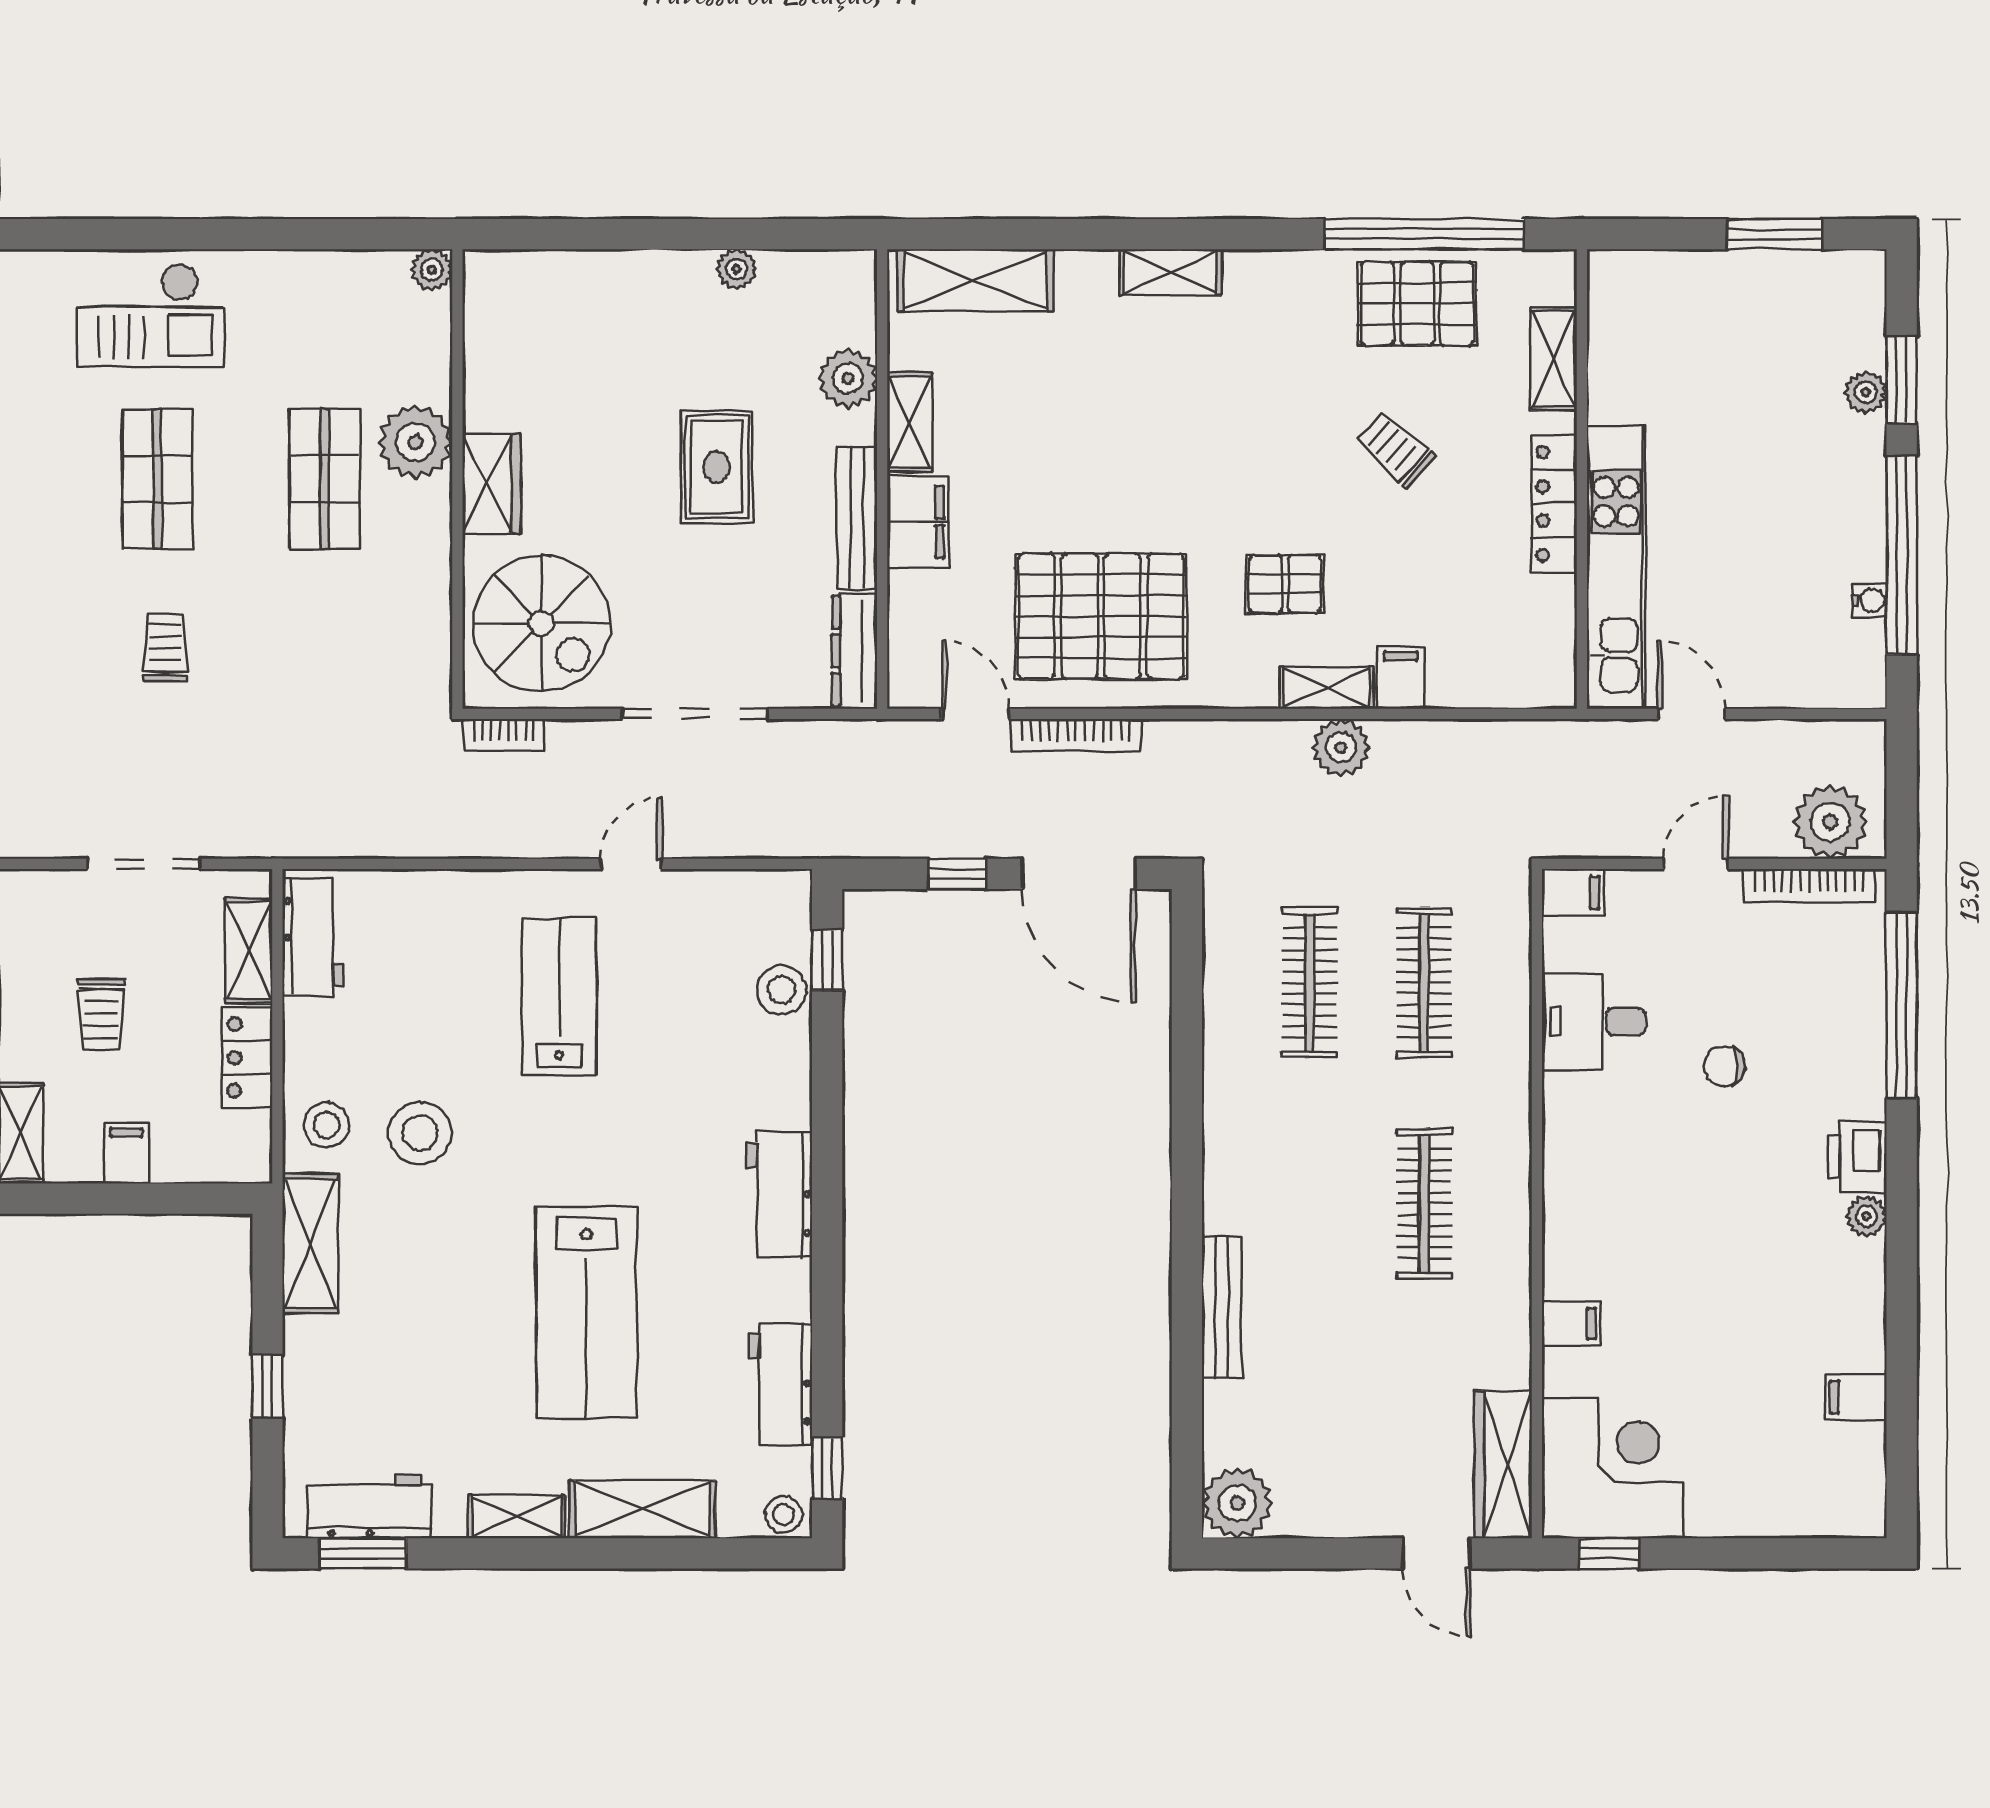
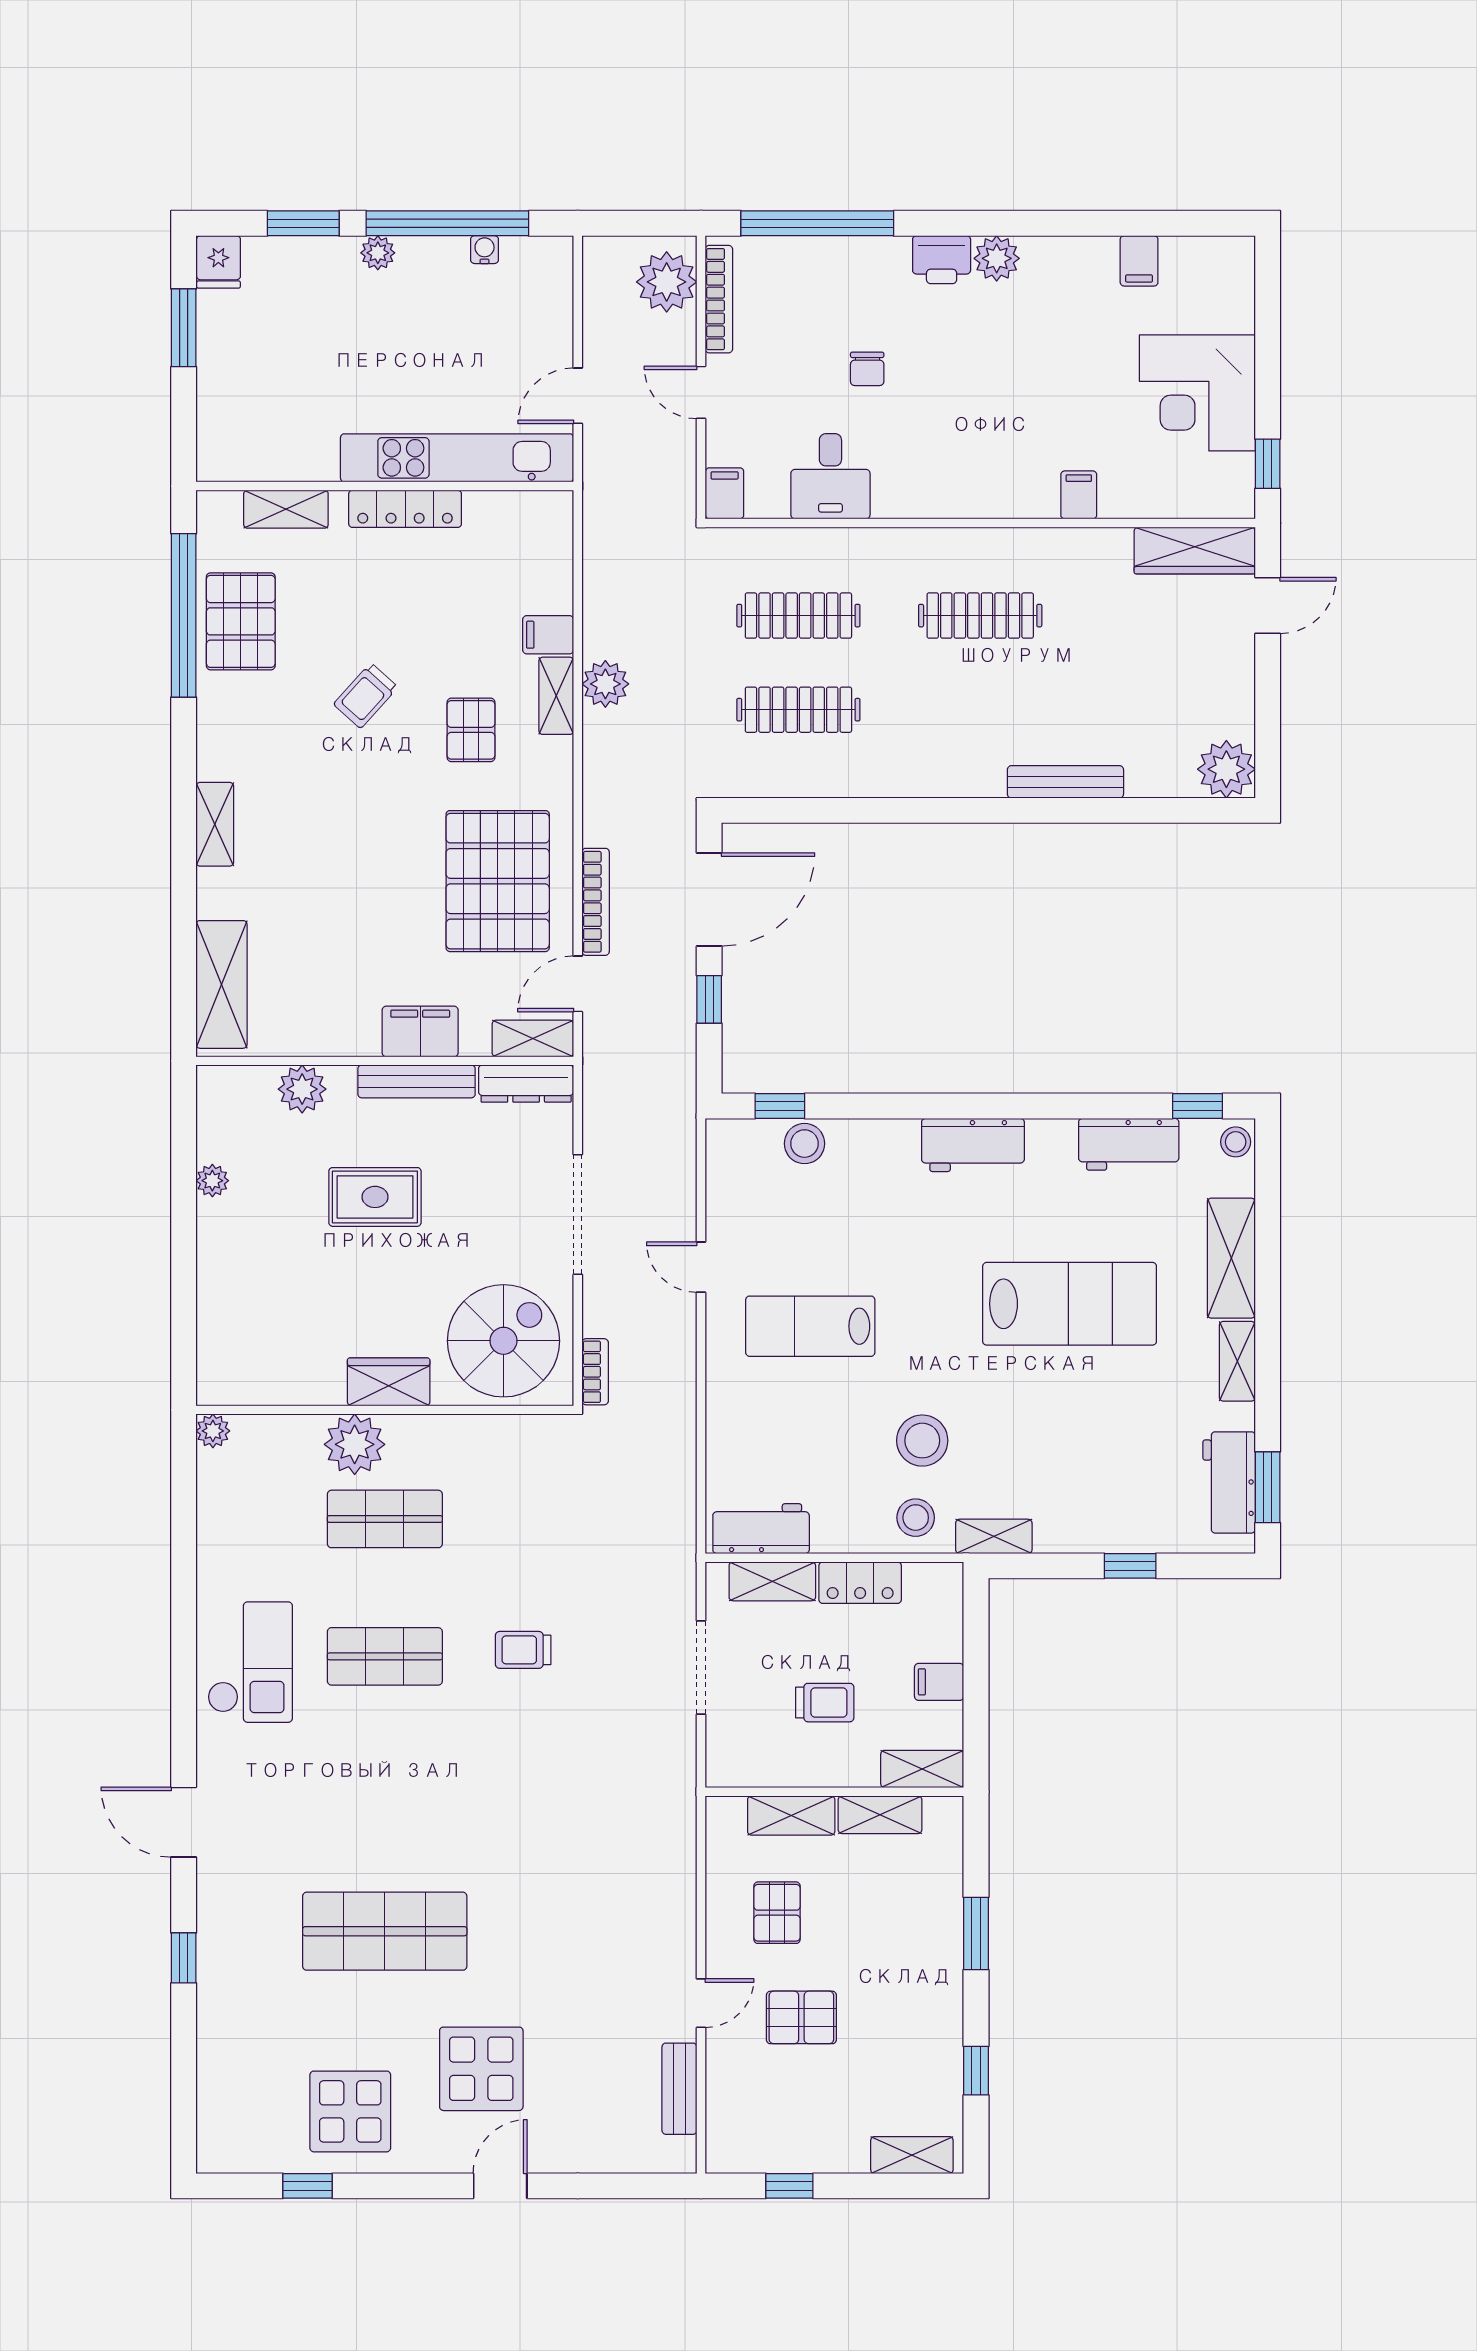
fridge: (1855, 276) -> (218, 262), added
plant: (1866, 392) -> (378, 253), moved
shelving: (909, 422) -> (533, 1038), moved
trolley: (1395, 449) -> (366, 696), moved
plant: (1866, 1216) -> (997, 258), width x1.38, depth x1.38
shelving: (310, 1243) -> (994, 1536), width x0.67, depth x0.75
corner desk: (1612, 1468) -> (1197, 393), moved, turned -90

